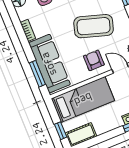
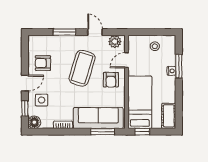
armchair: (94, 60) -> (111, 80), turned -90
window: (61, 131) -> (142, 132), moved

